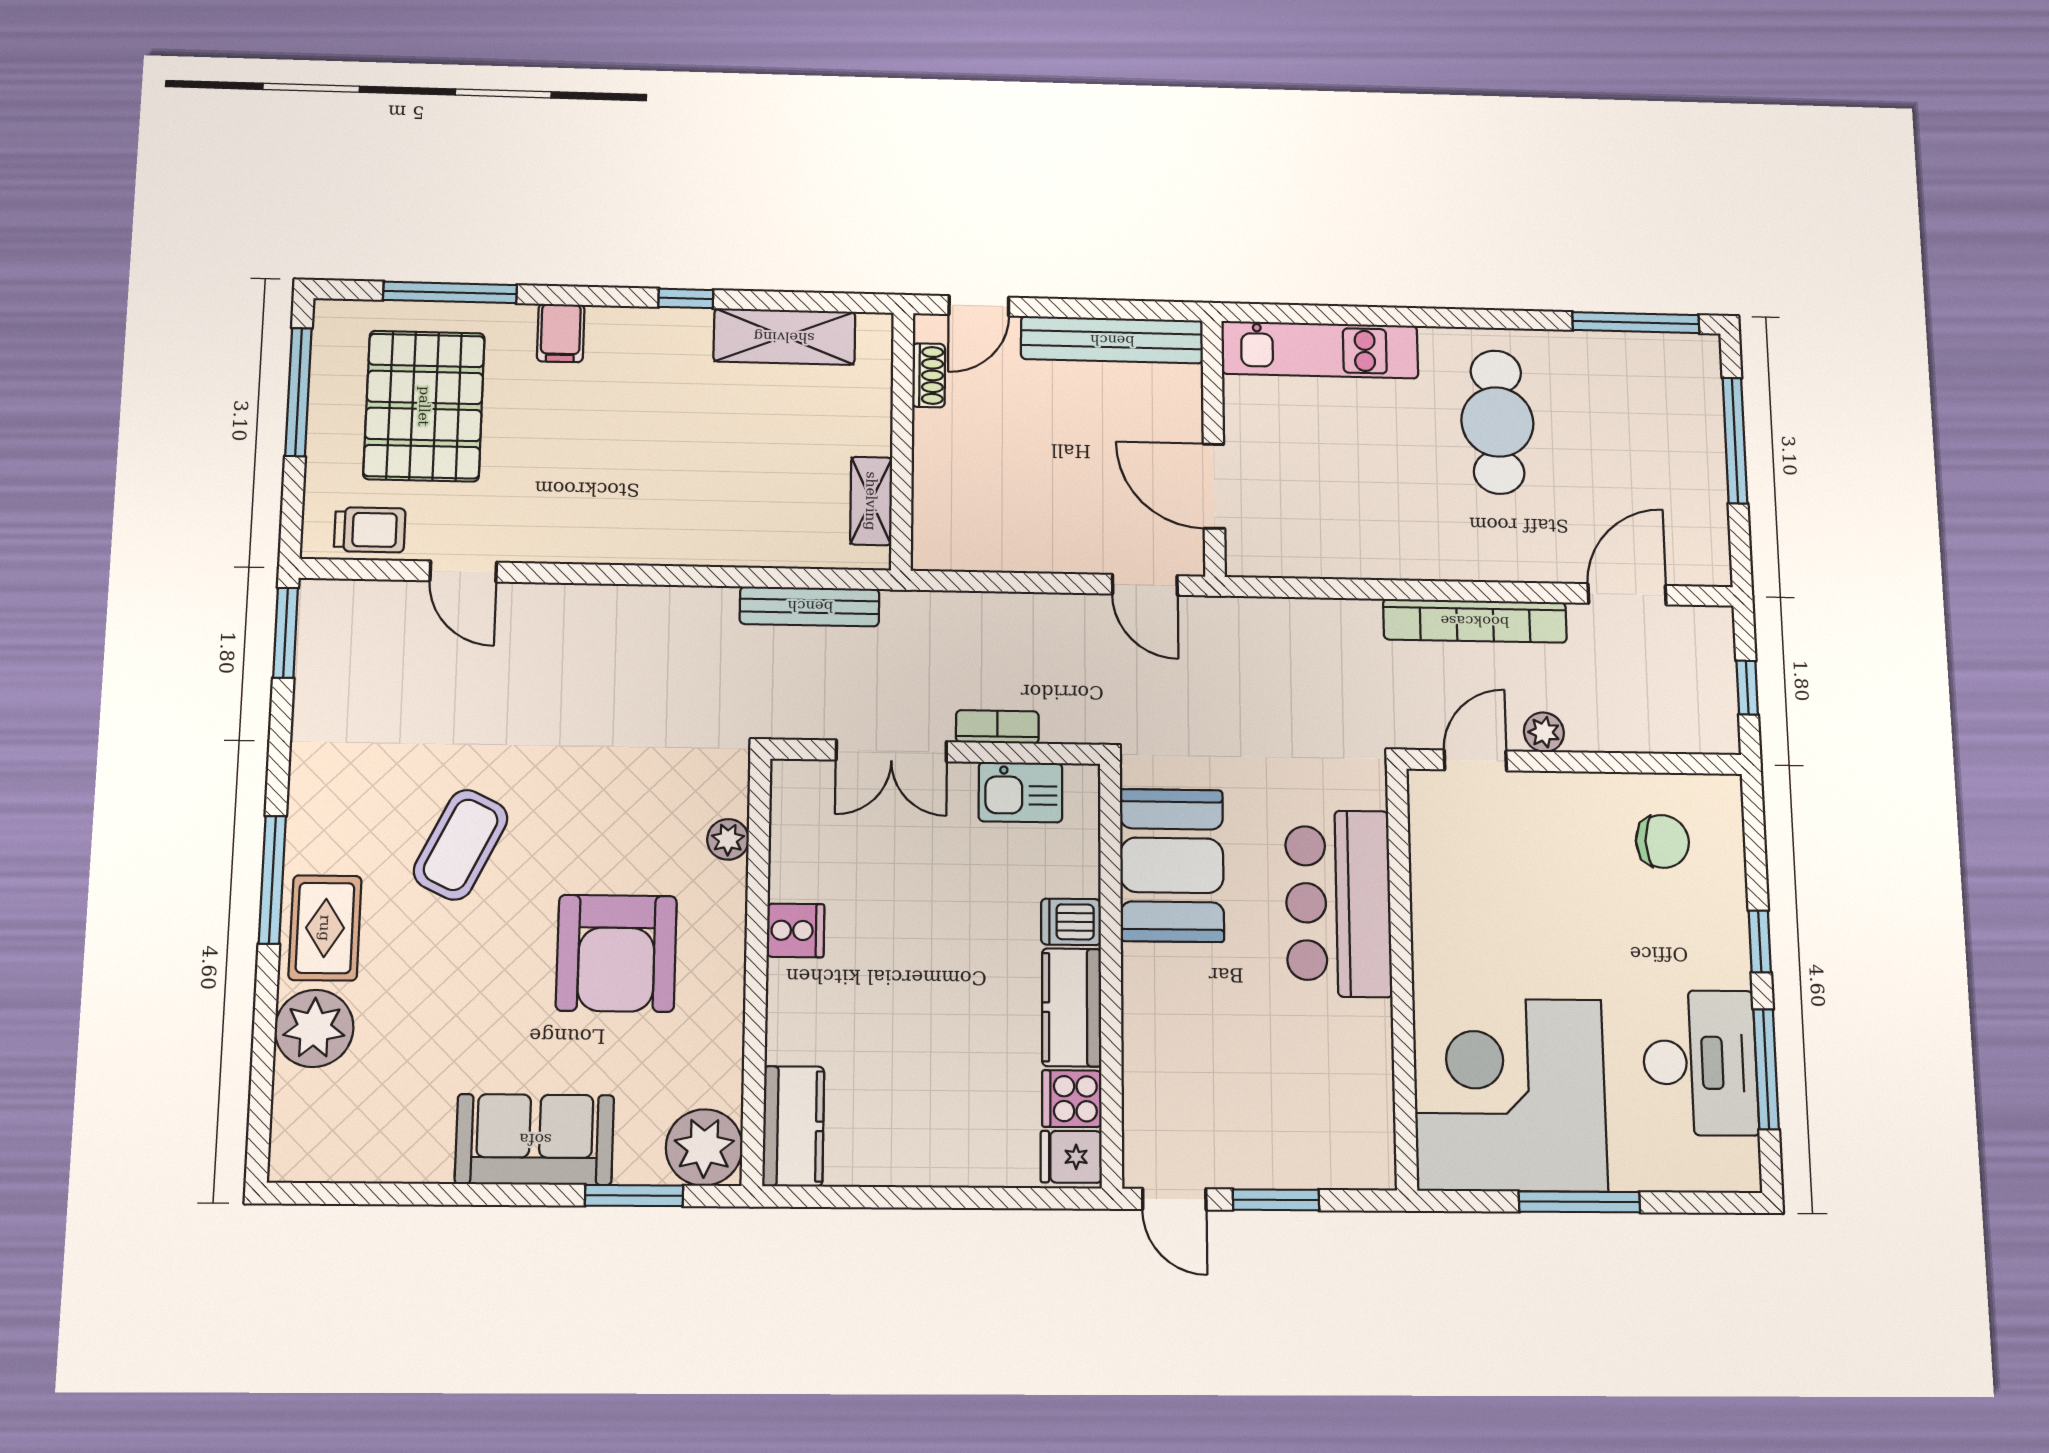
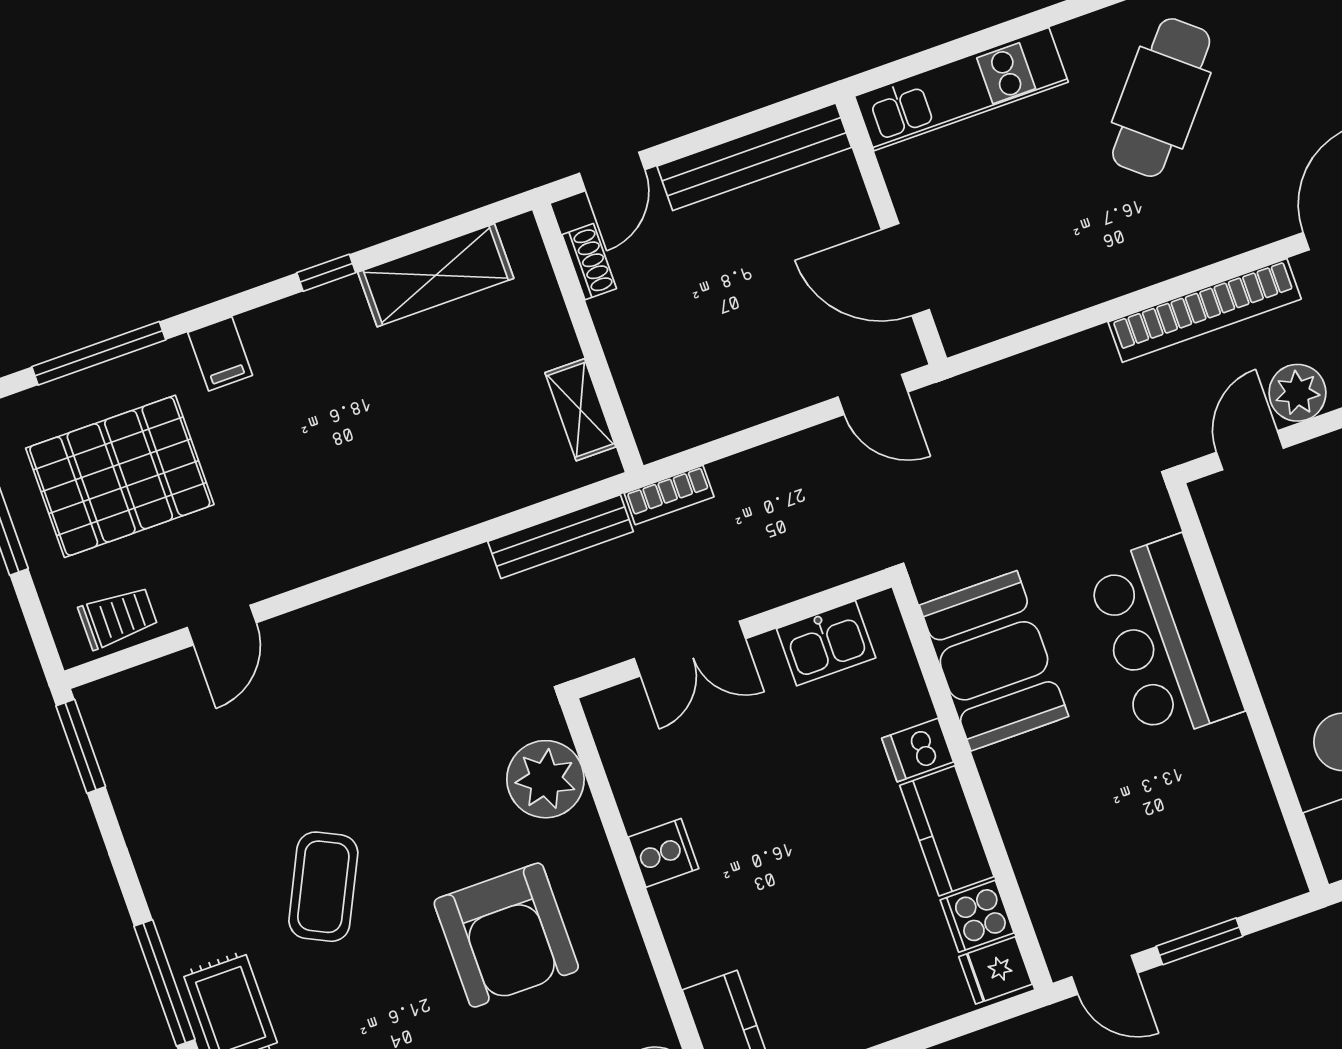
pallet: (424, 406) -> (120, 476), turned 90
cafe table: (1497, 422) -> (1161, 98), turned 40
door: (463, 571) -> (222, 625), hinge flipped
bookcase: (997, 727) -> (669, 495), moved, turned 180
plant: (1544, 732) -> (1297, 393), width x1.38, depth x1.38
plant: (728, 839) -> (545, 779), width x1.87, depth x1.87

